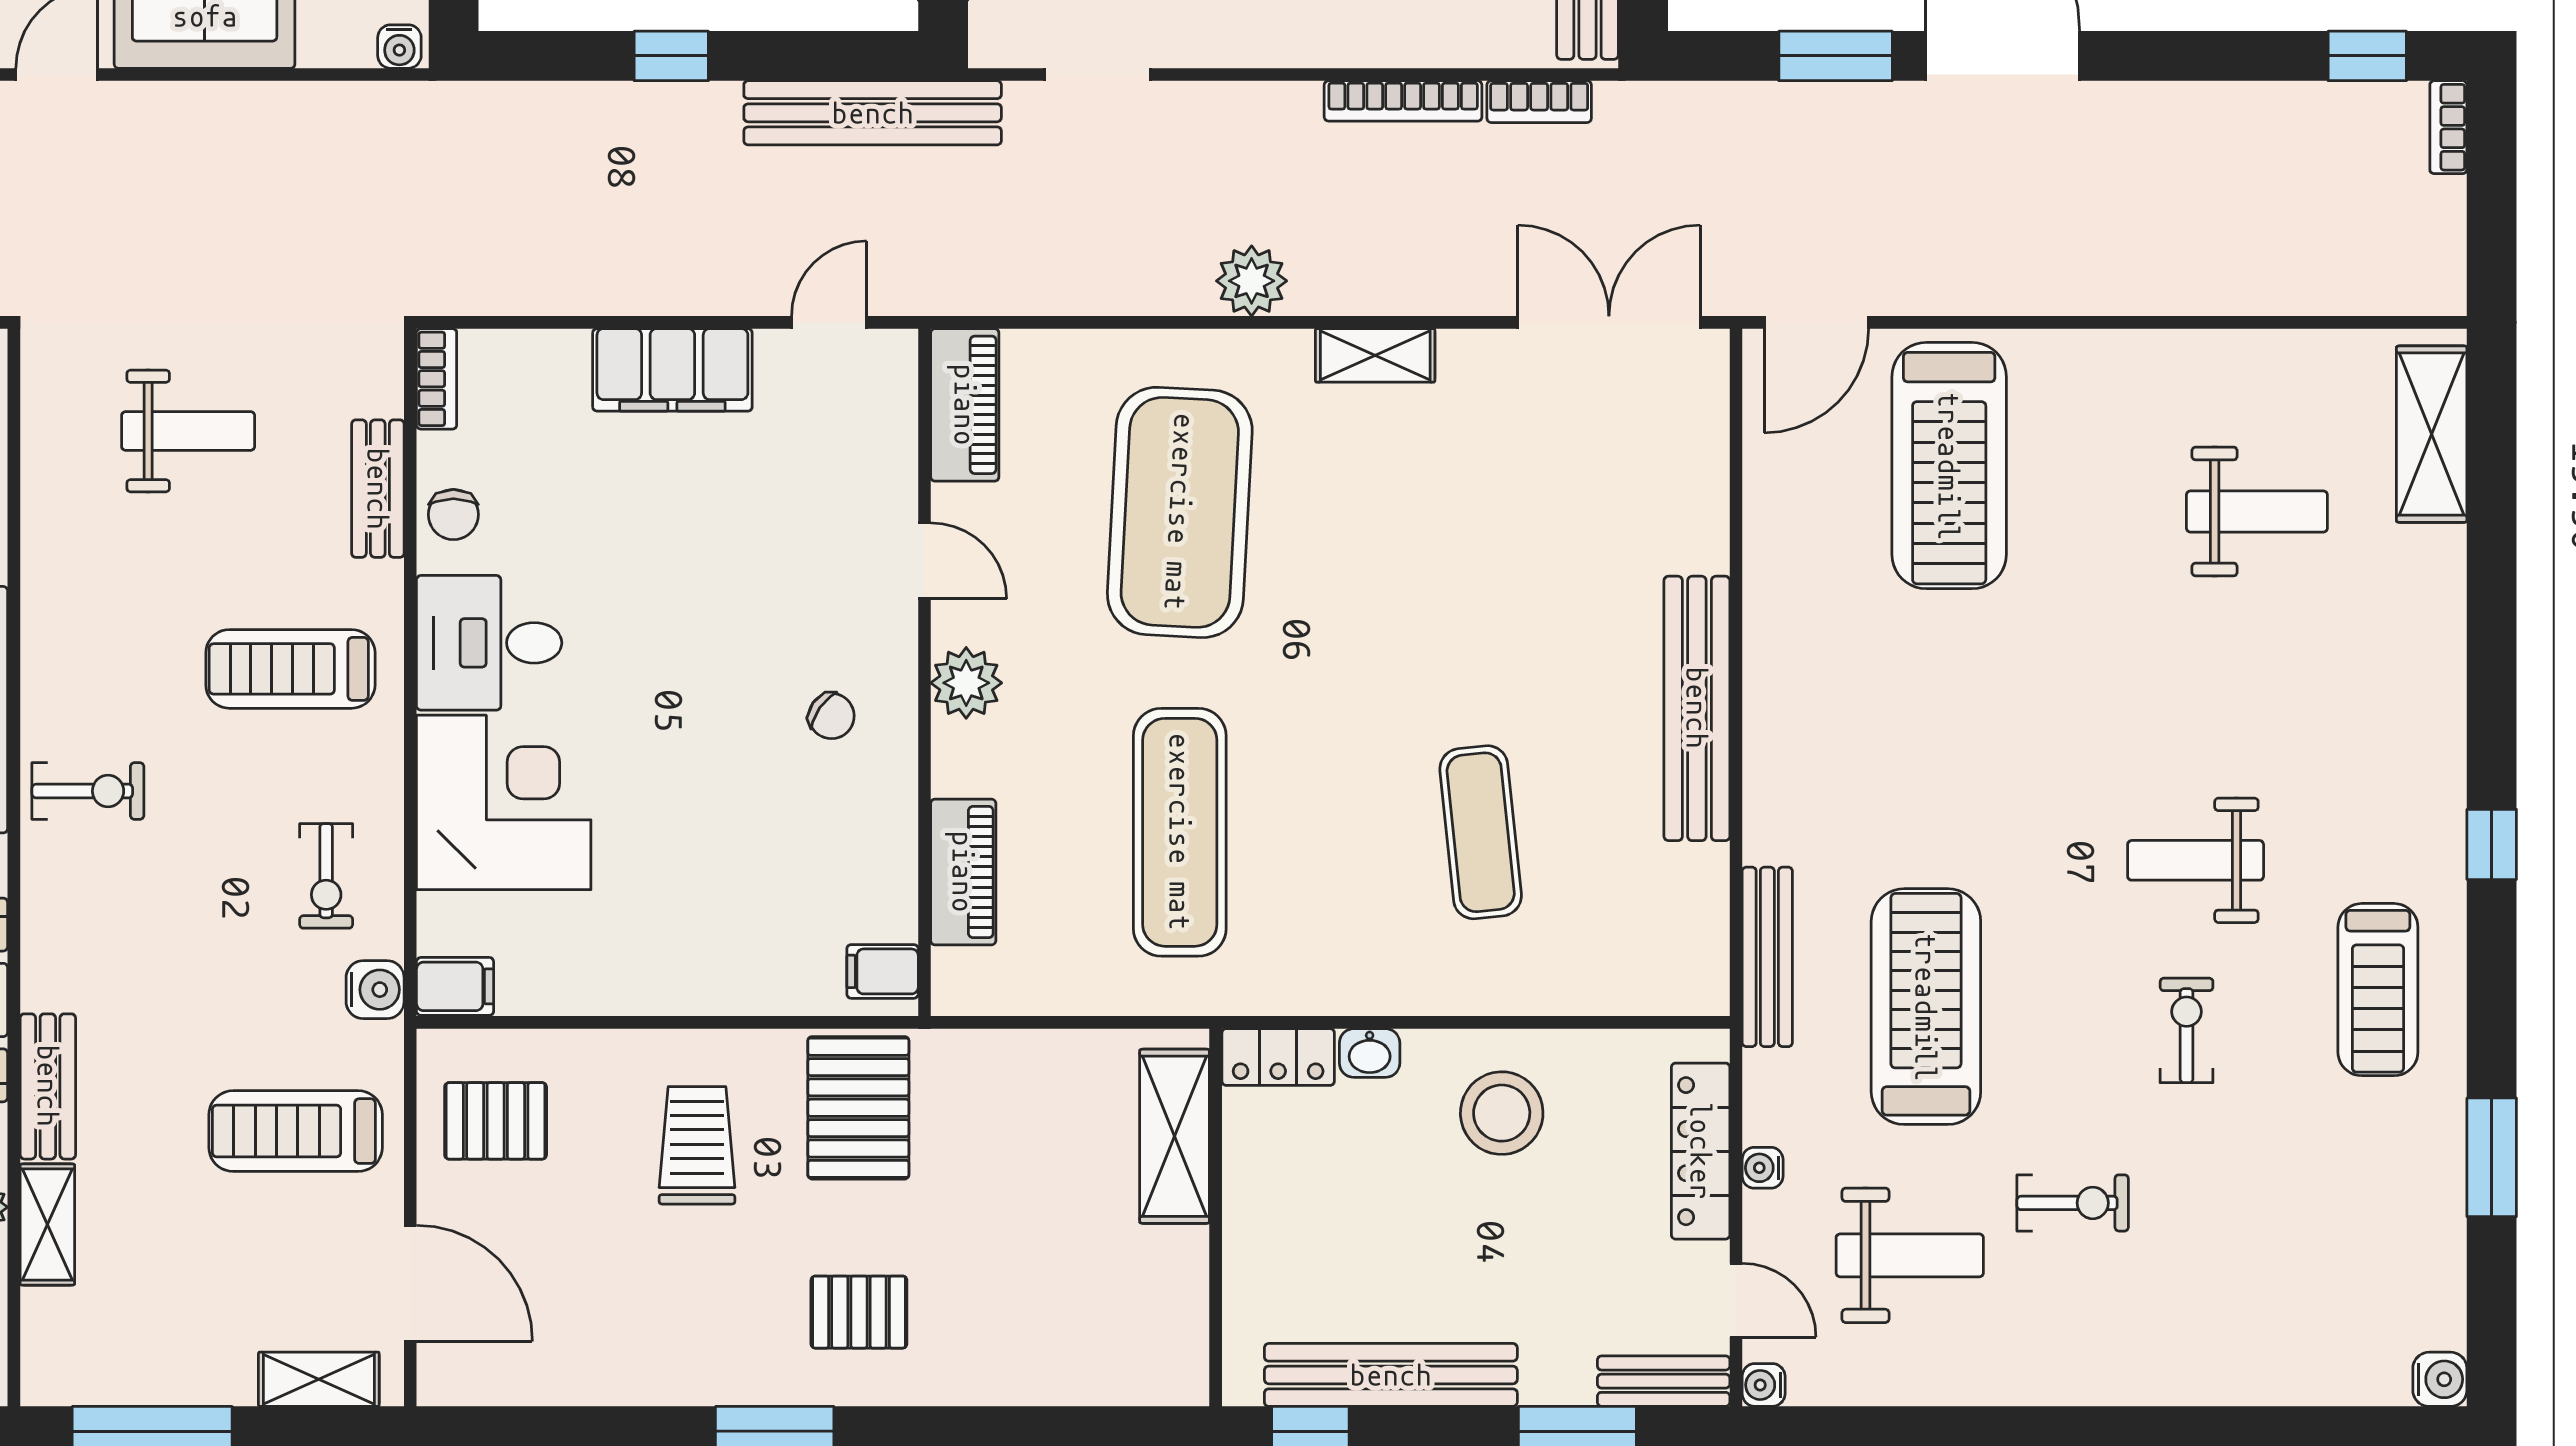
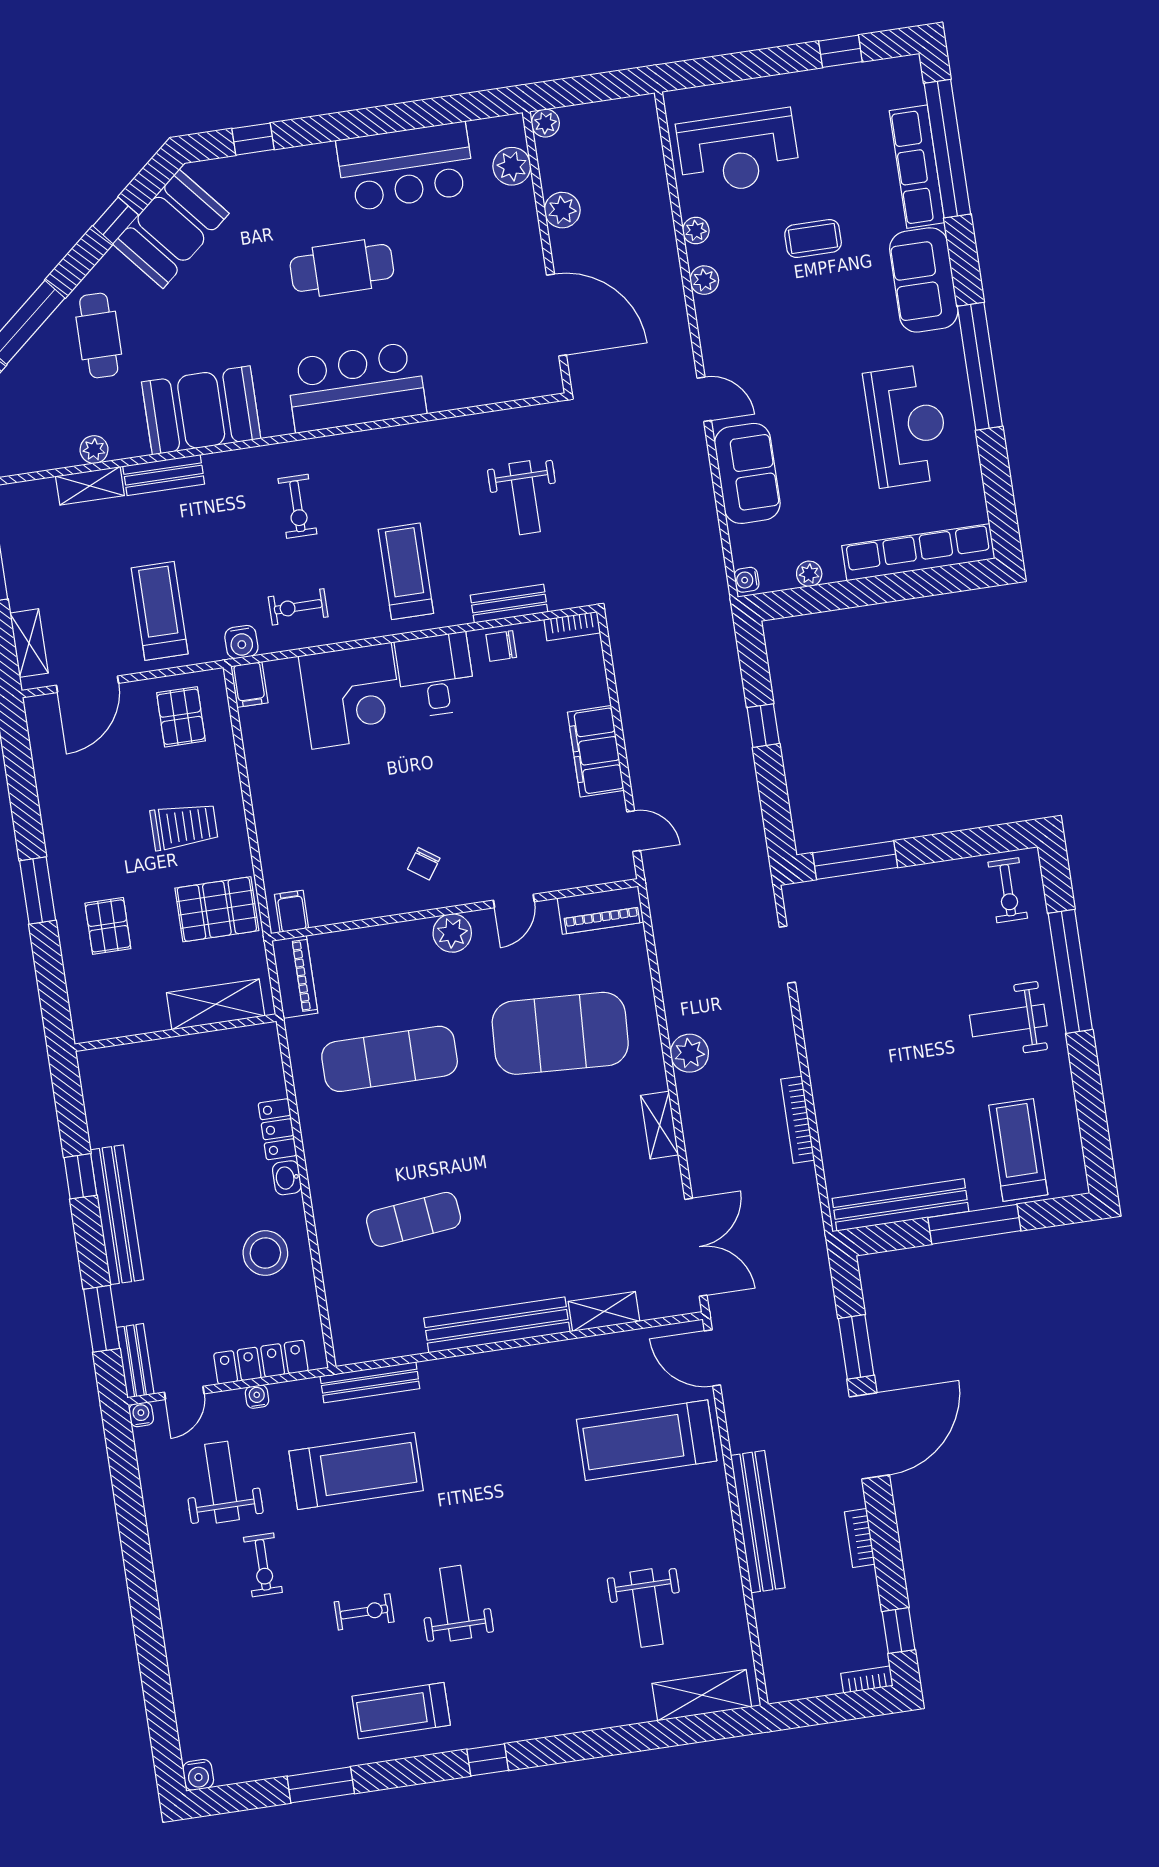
bookcase: (1539, 102) -> (860, 1538), moved
bench: (873, 113) -> (758, 1522), moved
shelving: (1701, 508) -> (604, 1311), added
exercise bike: (88, 791) -> (297, 506), moved
piano: (963, 872) -> (295, 977), moved, turned -90
shelving: (1175, 1136) -> (216, 1004), moved
wall: (1216, 1217) -> (175, 1033), moved
weight bench: (1910, 1255) -> (222, 1482), turned 180

